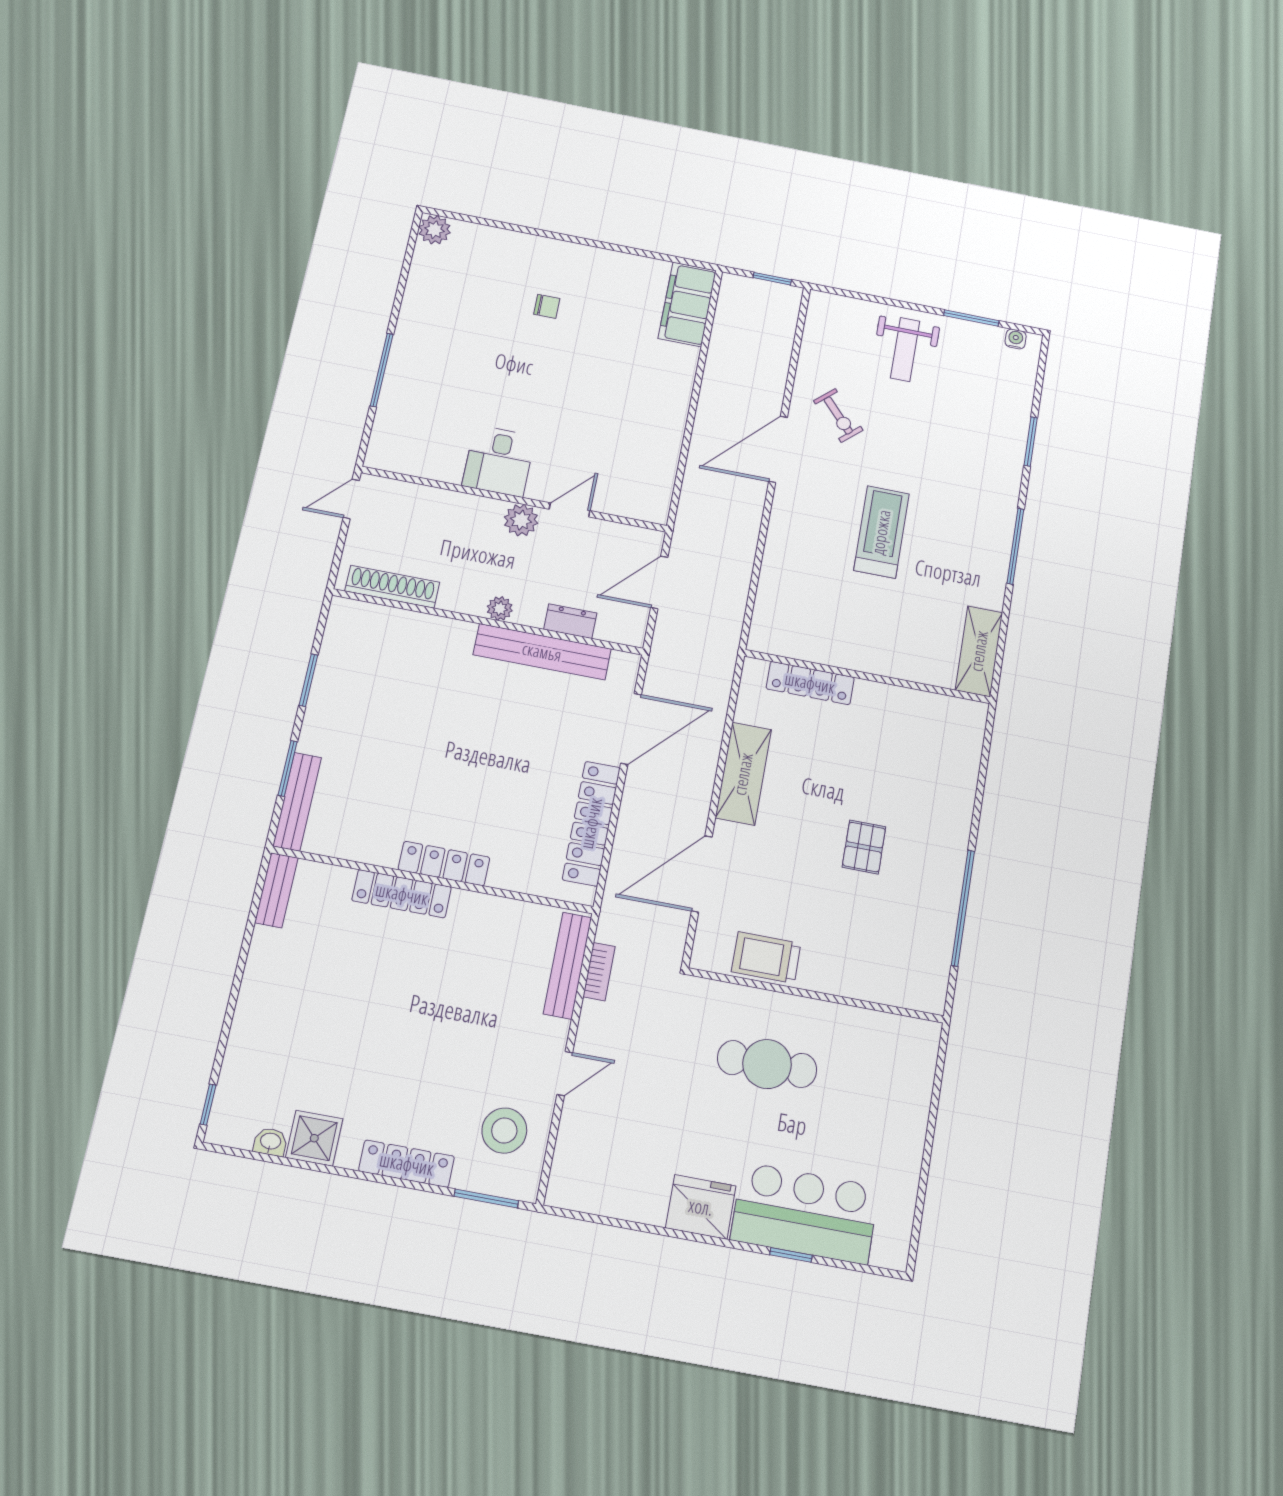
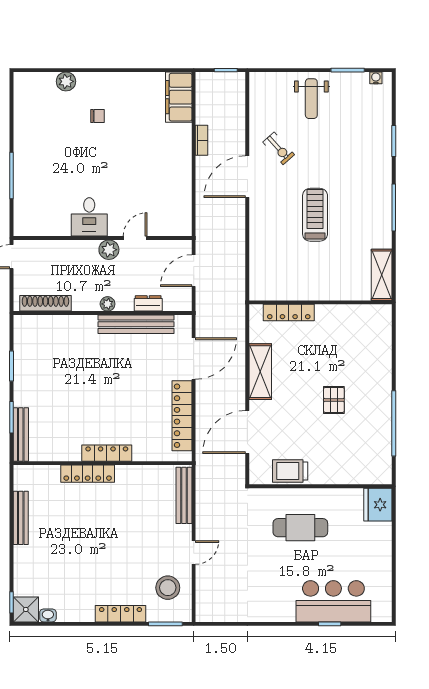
plant: (435, 230) -> (66, 81), moved
bench: (276, 890) -> (21, 518), moved, width x1.36
bookcase: (599, 972) -> (202, 140), moved
shower: (314, 1138) -> (26, 609), moved
fridge: (701, 1207) -> (378, 505), moved, turned -90

